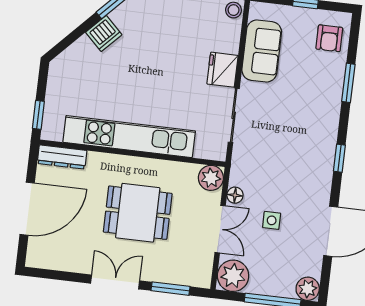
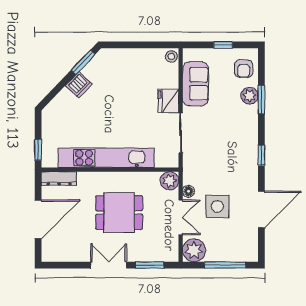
side table: (272, 220) -> (217, 206), width x1.87, depth x1.87
plant: (308, 289) -> (250, 96), moved

